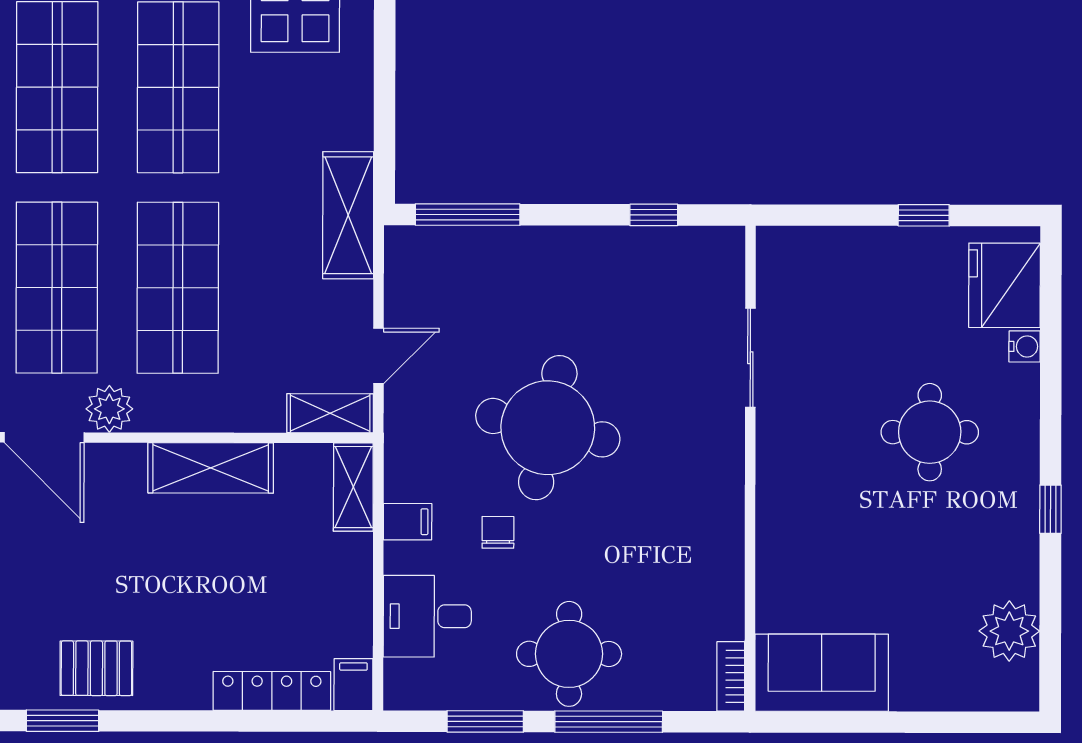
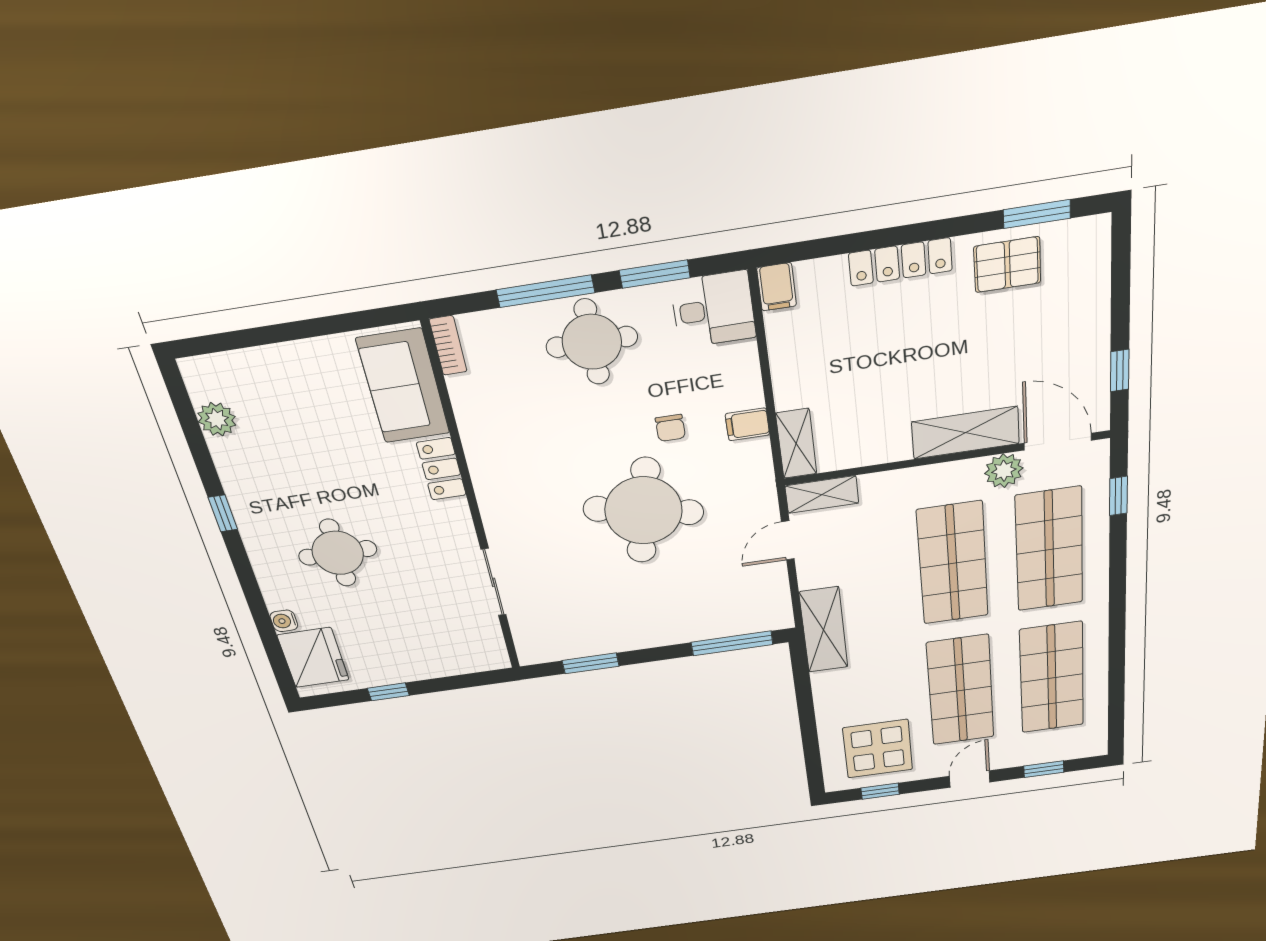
window: (654, 215) -> (591, 663), width x1.50
shelving: (211, 468) -> (965, 433), moved
locker: (776, 524) -> (441, 469), added
desk: (427, 616) -> (713, 309), moved
plant: (1009, 631) -> (217, 419), width x0.73, depth x0.73
sofa: (822, 673) -> (403, 386), moved, turned 90
locker: (272, 691) -> (900, 262), moved

